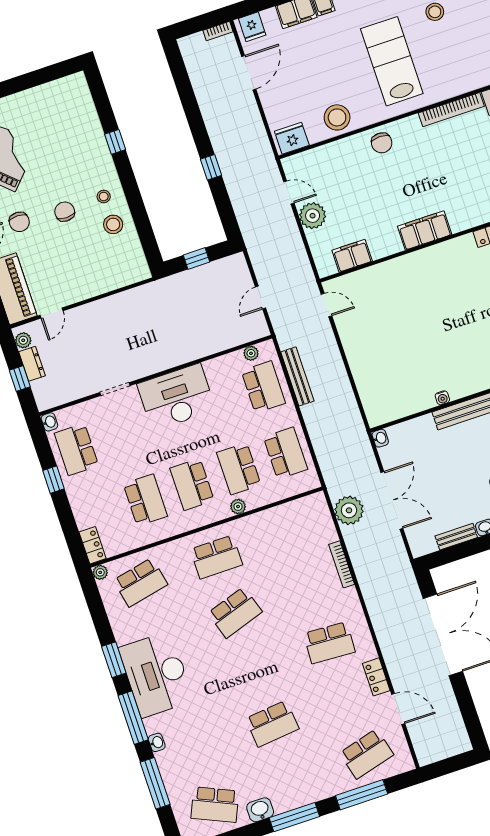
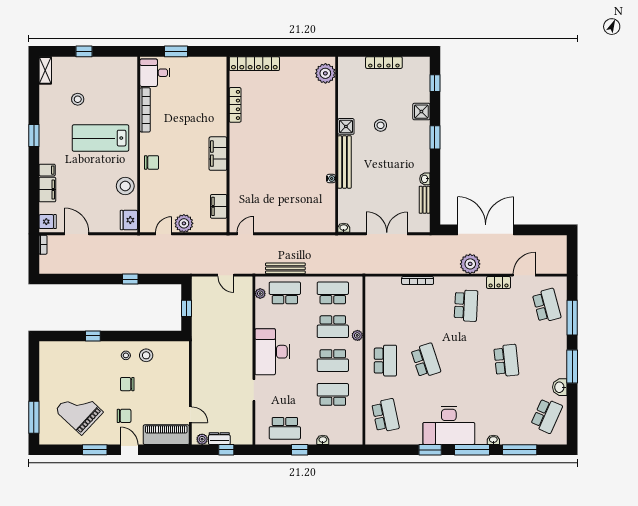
washbasin: (49, 422) -> (323, 440), moved
plant: (349, 510) -> (470, 264), moved
locker: (93, 545) -> (351, 439), removed
plant: (100, 572) -> (370, 440), removed

